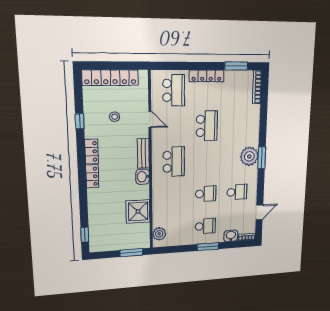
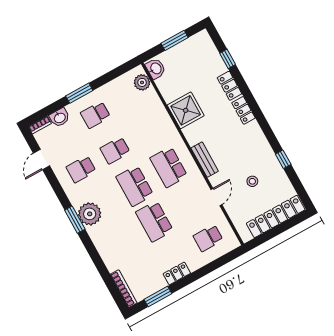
locker: (207, 76) -> (177, 273), width x0.66
school desk: (174, 90) -> (208, 238), width x0.54
door: (150, 119) -> (216, 197), swing flipped
locker: (92, 151) -> (229, 86), moved
school desk: (206, 160) -> (135, 186), added
washbasin: (143, 177) -> (156, 69), moved
shower: (138, 211) -> (186, 110), moved
window: (85, 235) -> (228, 59), moved
window: (131, 253) -> (175, 40), moved

